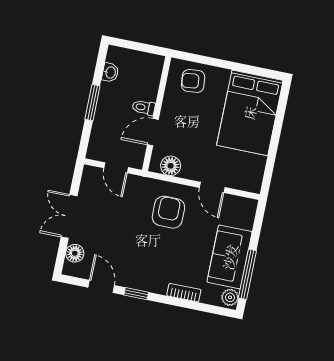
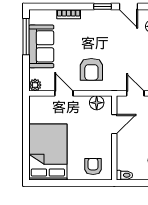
armchair: (193, 81) -> (93, 166), turned -84
toilet: (144, 107) -> (124, 175), moved
plant: (230, 297) -> (35, 85), moved

